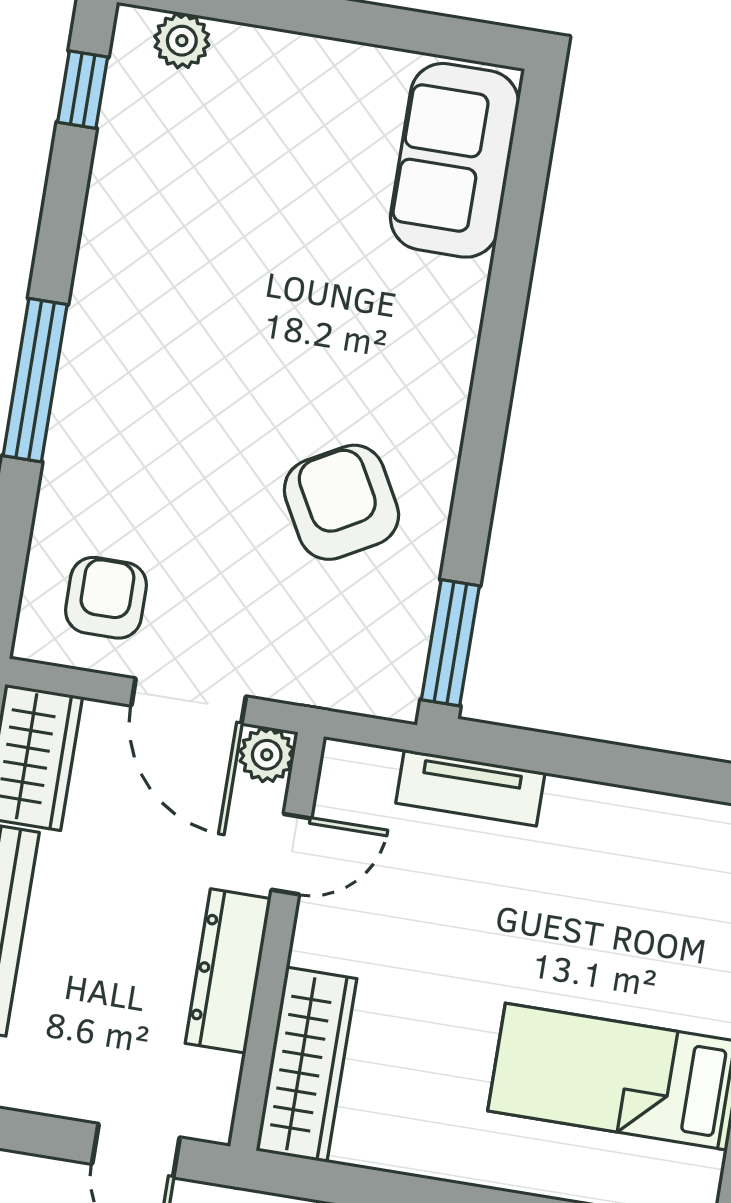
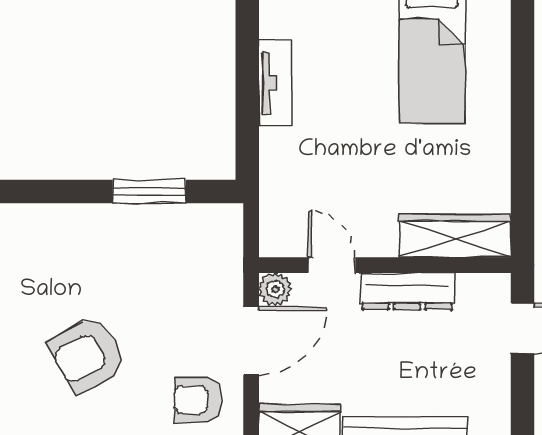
armchair: (341, 502) -> (87, 354), moved
window: (450, 643) -> (149, 191), moved
tv unit: (470, 788) -> (275, 83), moved

